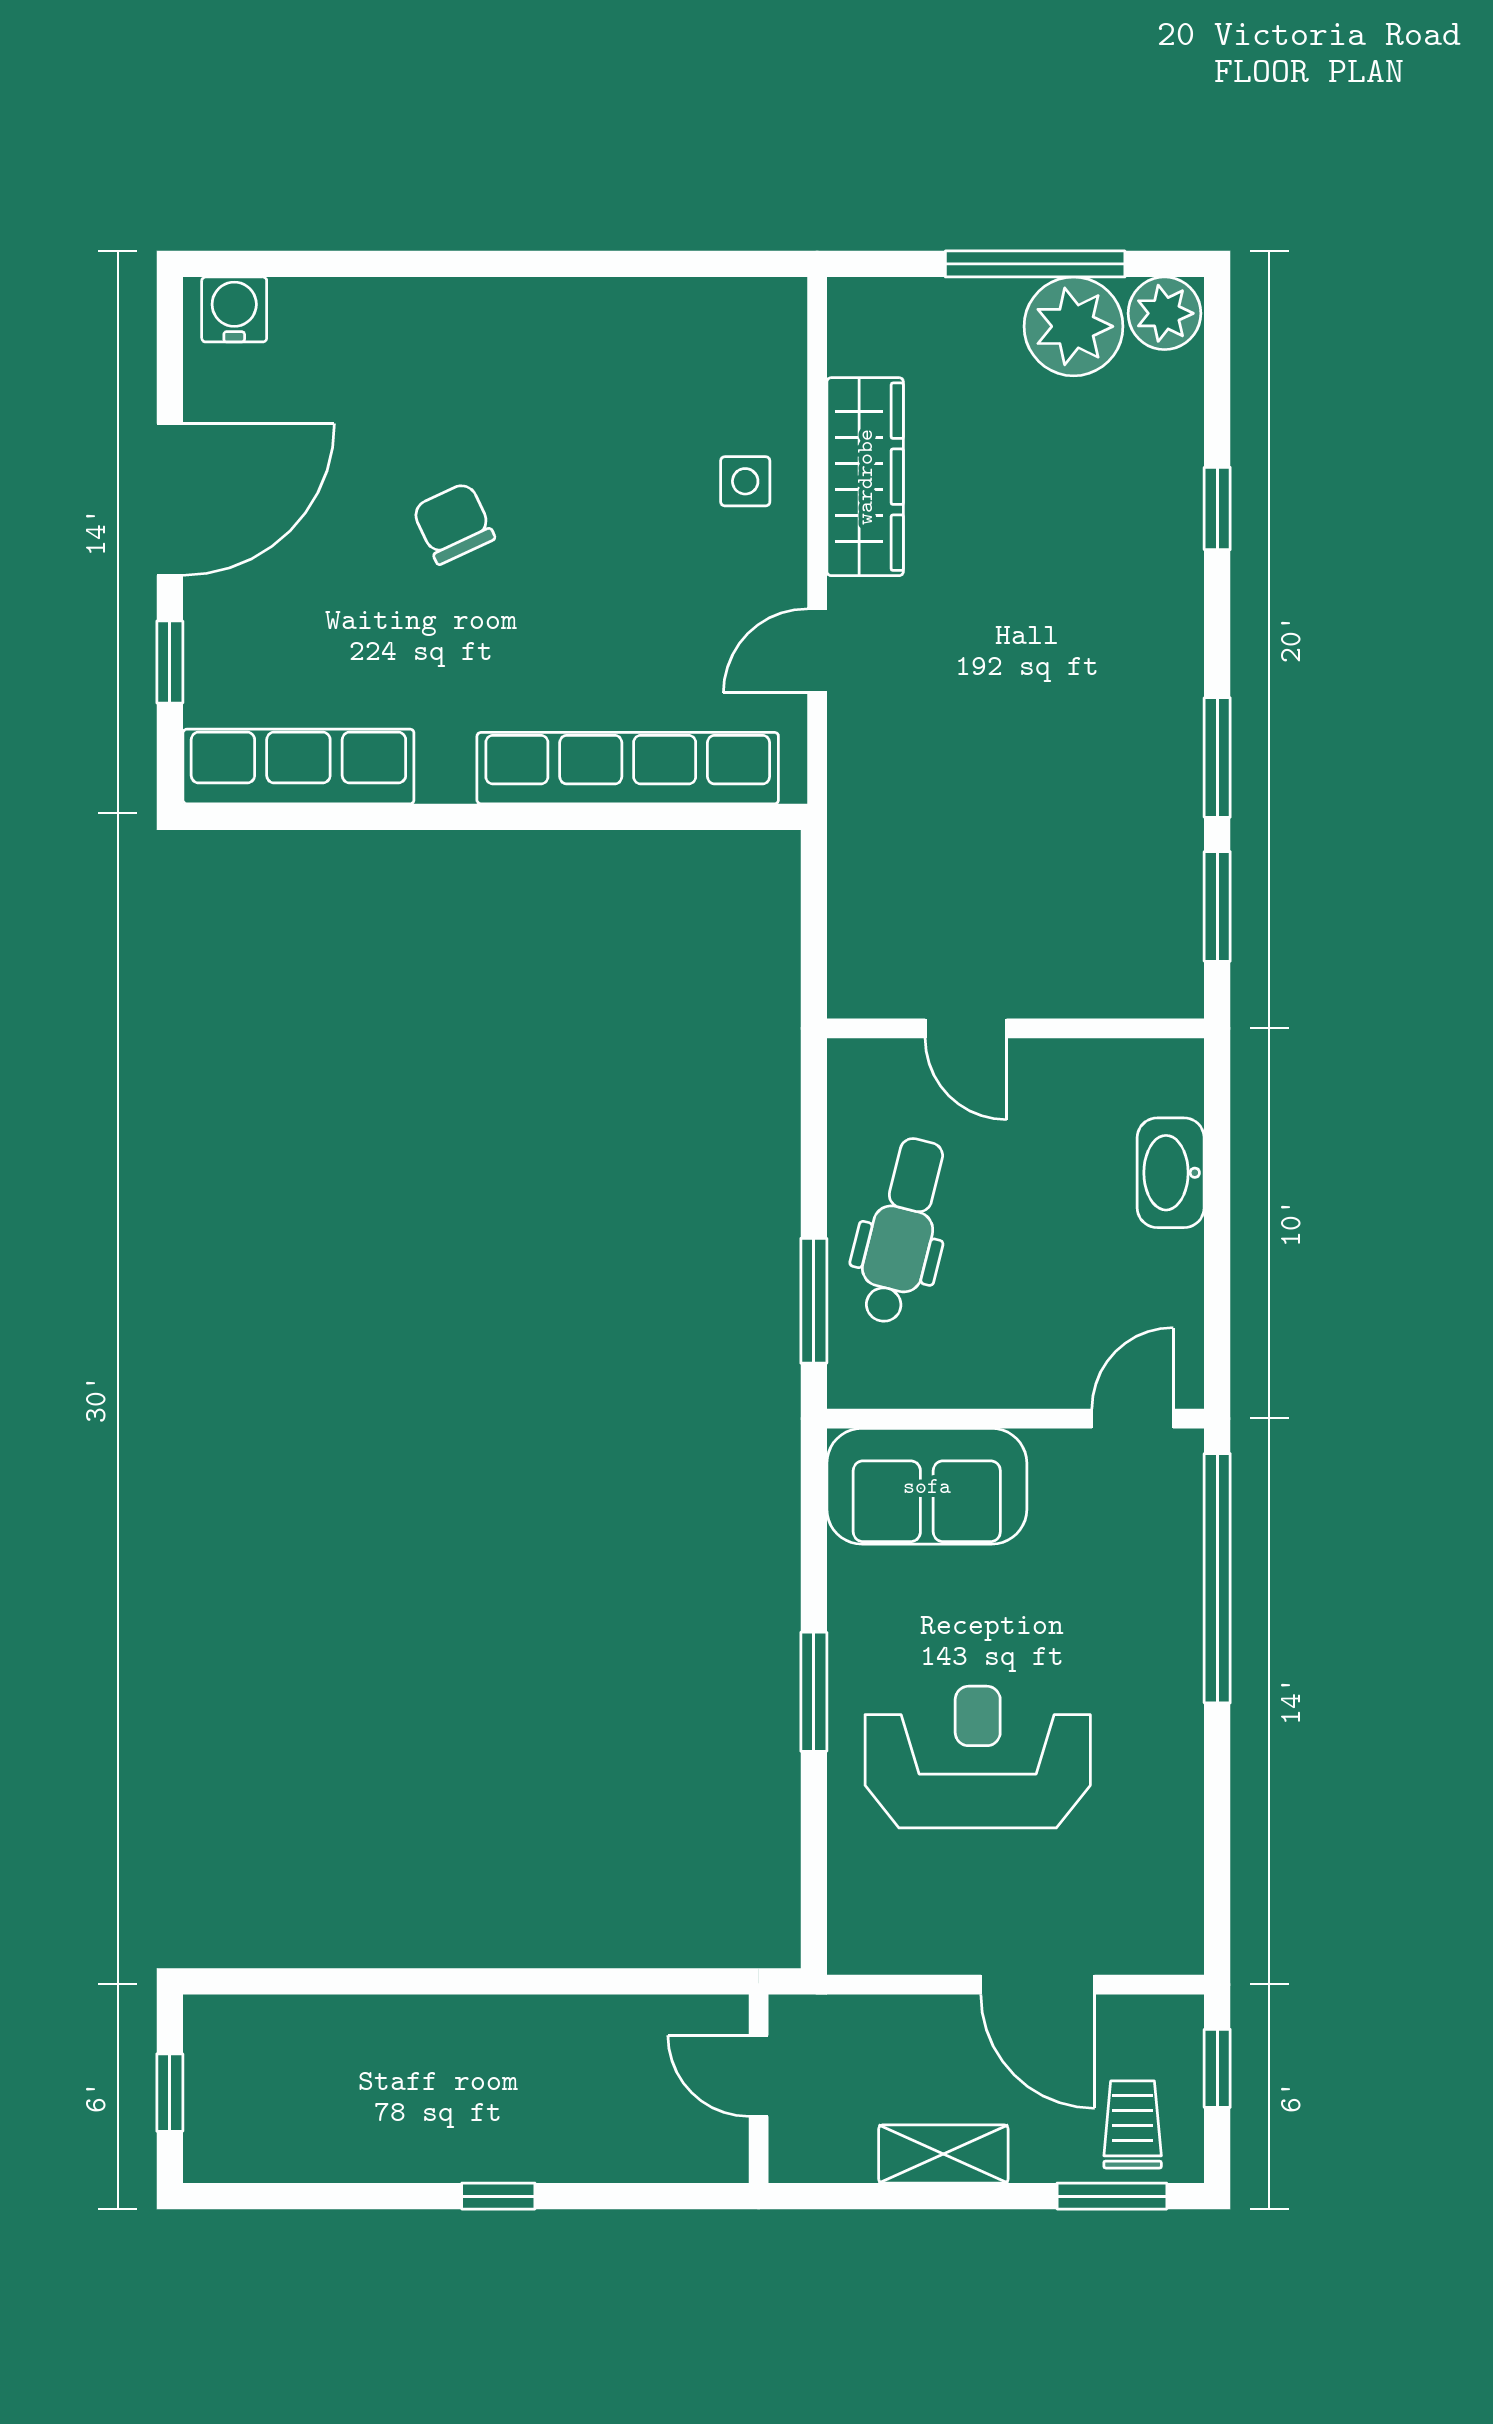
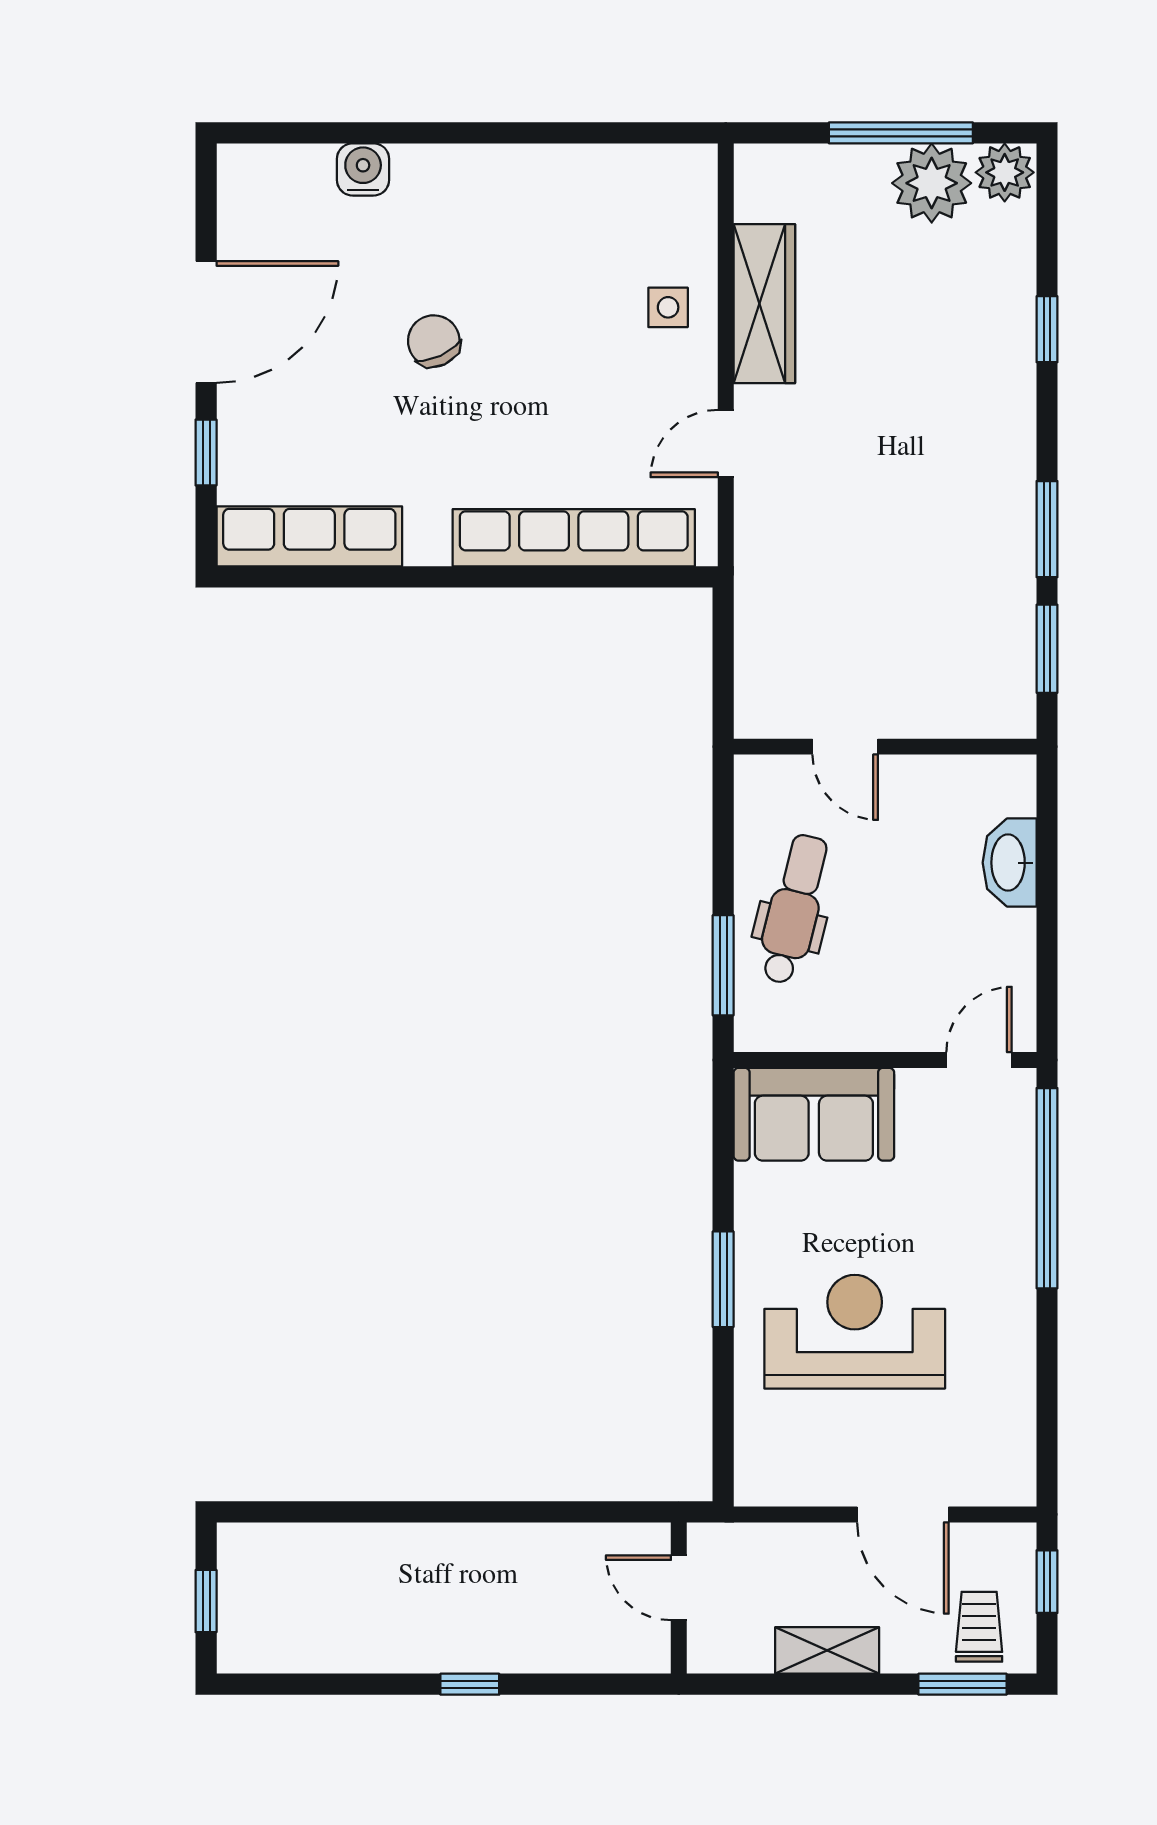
water cooler: (234, 309) -> (363, 169), moved

